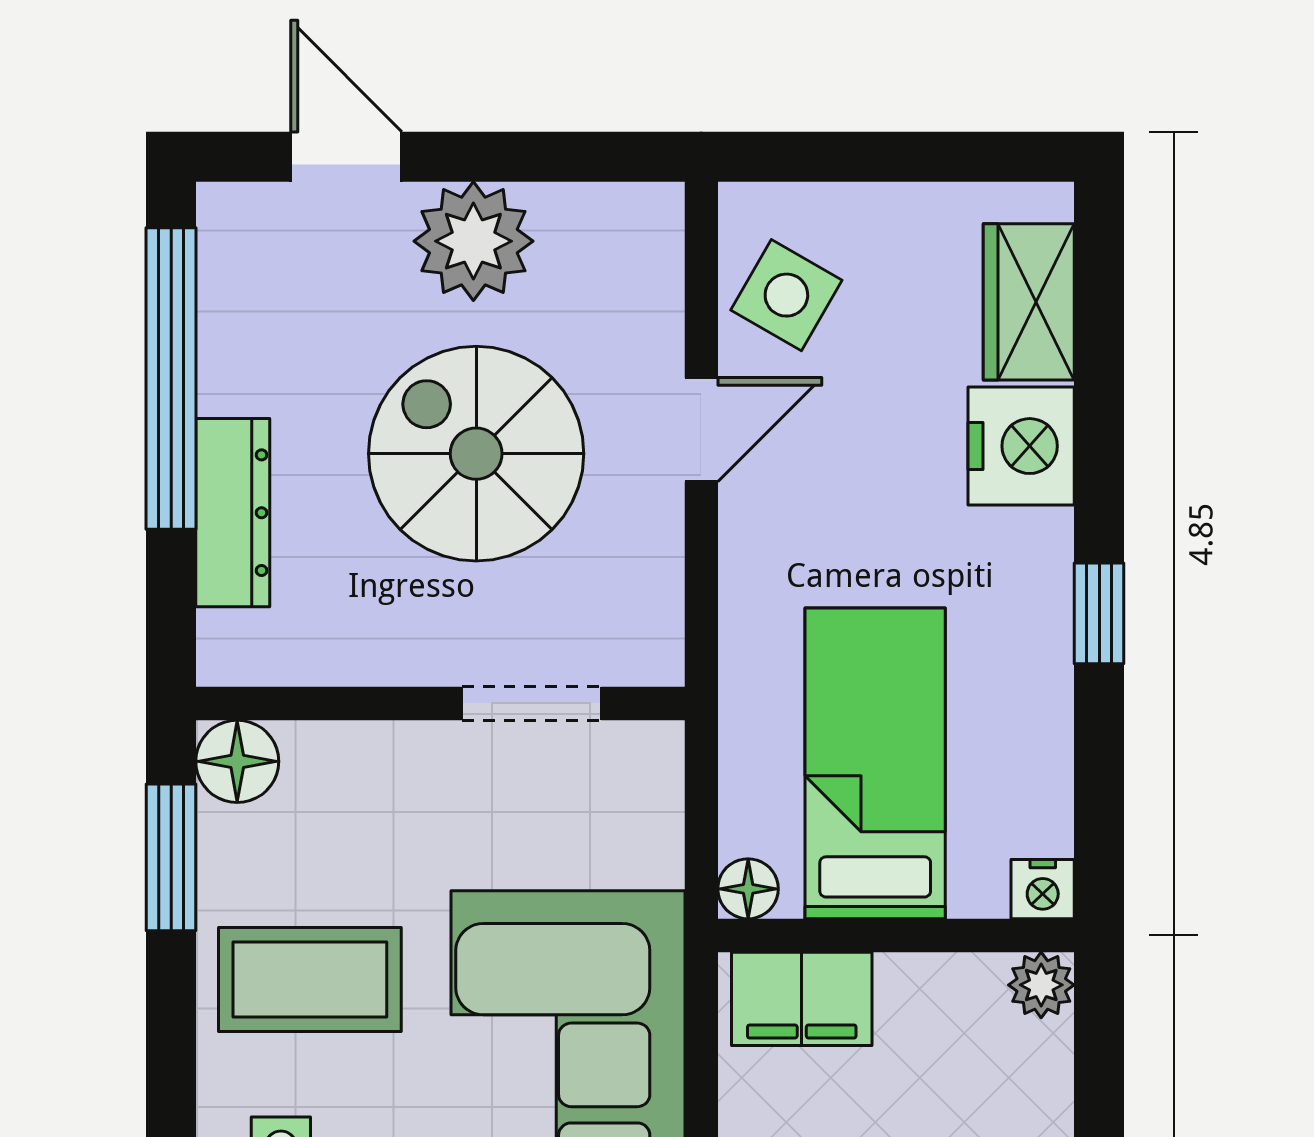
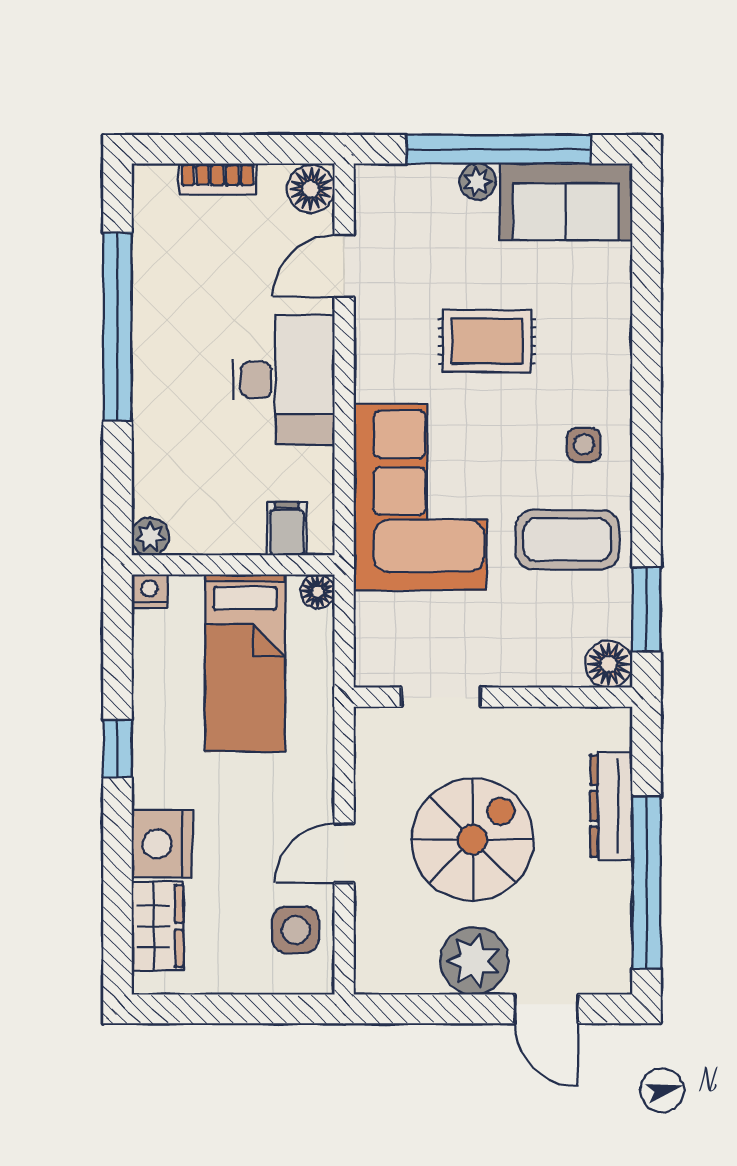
side table: (786, 295) -> (296, 930), turned -30
spiral stairs: (476, 454) -> (473, 840), turned -90
filing cabinet: (802, 999) -> (287, 529), width x0.50

